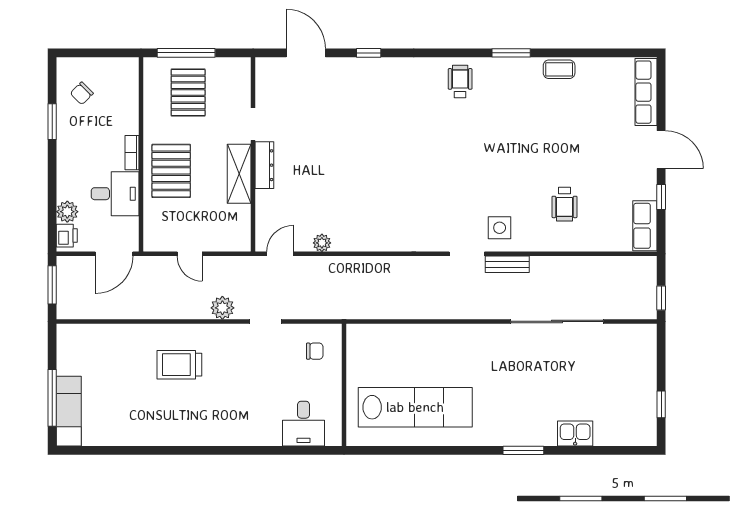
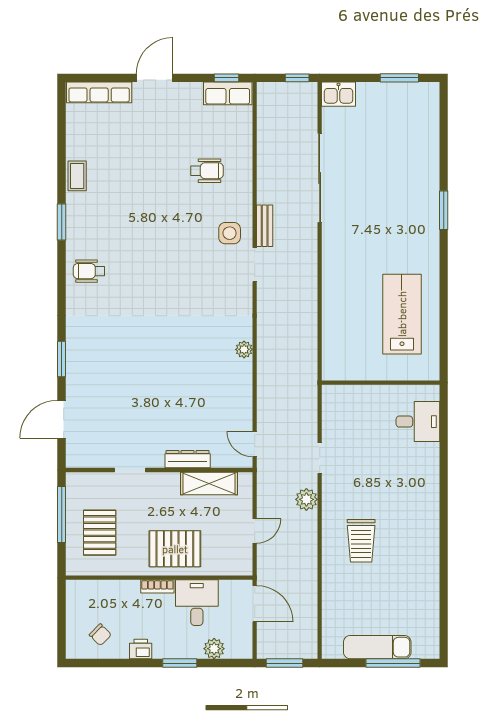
window: (186, 53) -> (62, 515), moved
window: (369, 53) -> (62, 359), width x1.50
pallet: (188, 93) -> (100, 533), turned 90
window: (52, 122) -> (180, 663), moved
dresser: (264, 165) -> (188, 459), moved
shelving: (239, 174) -> (209, 483), moved
window: (661, 197) -> (226, 78), moved
printer: (67, 236) -> (141, 649), moved
plant: (322, 243) -> (244, 349), moved
chair: (315, 351) -> (348, 411), removed
window: (661, 404) -> (399, 78), width x1.50
lab bench: (415, 407) -> (402, 314), width x0.73
exam couch: (69, 411) -> (377, 647), moved
kitchen sink: (575, 434) -> (339, 94), moved, turned -90

